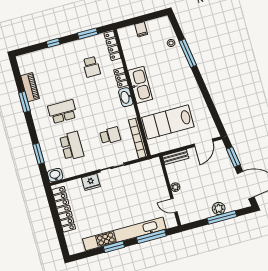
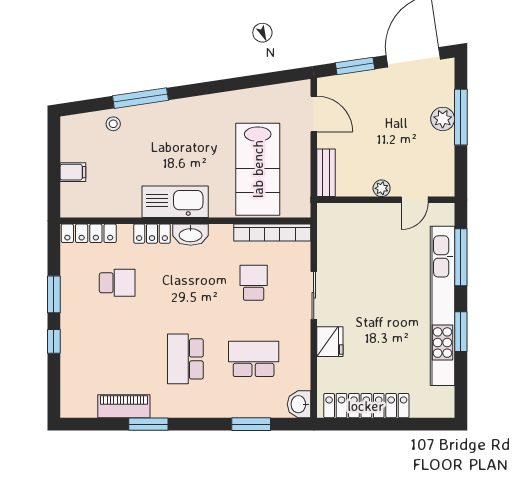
window: (88, 34) -> (54, 294), moved

